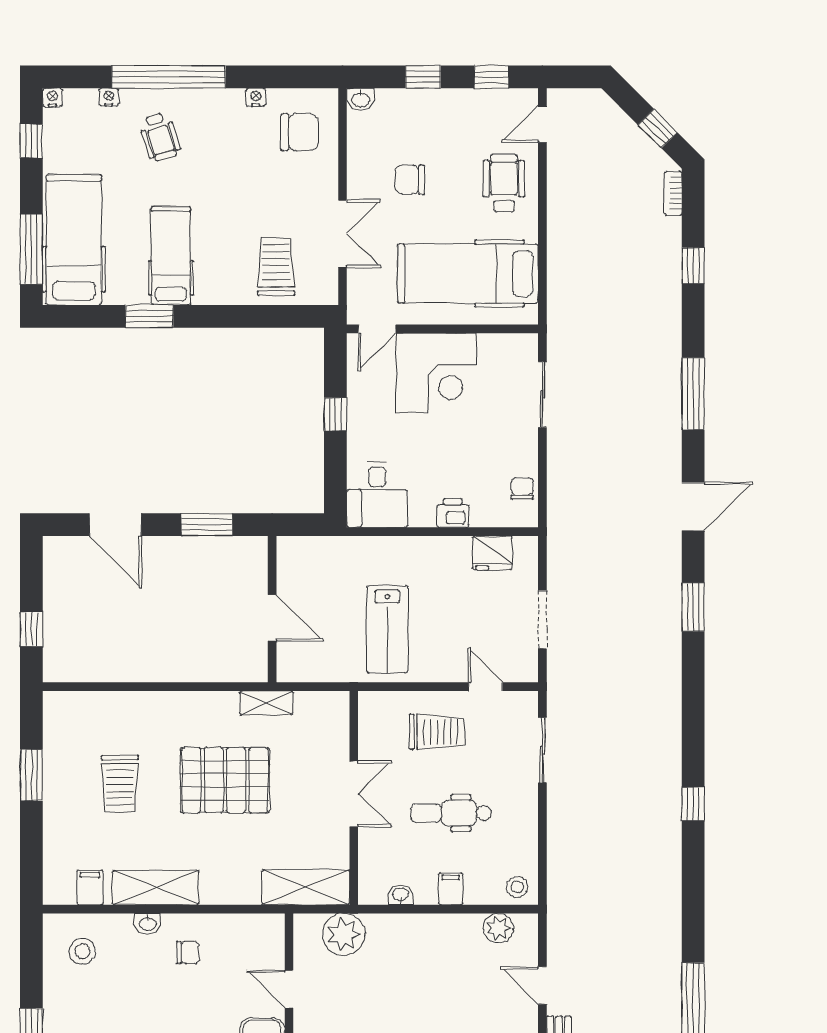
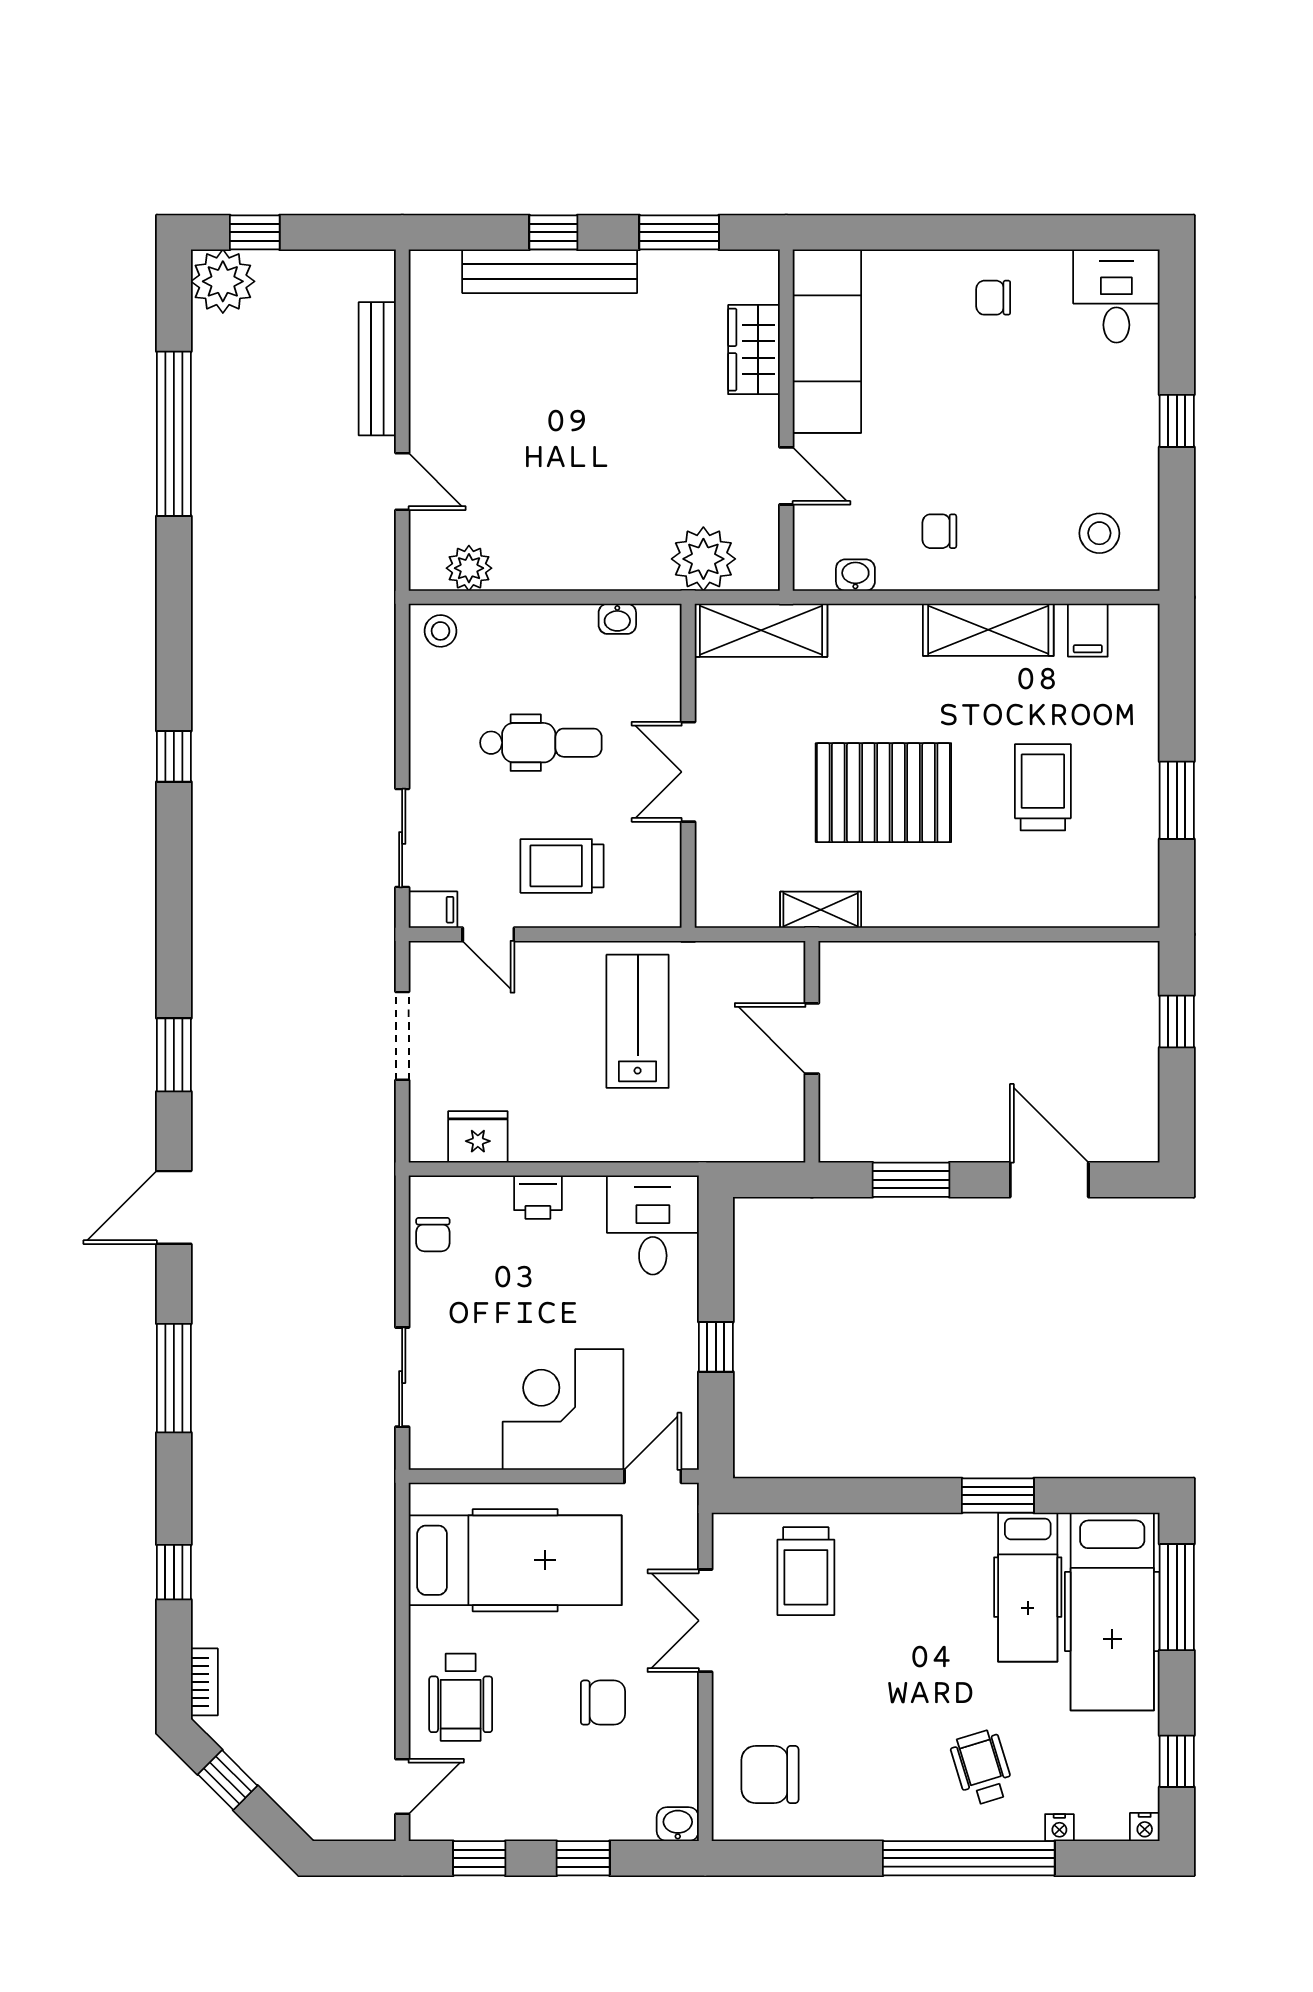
nightstand: (256, 97) -> (837, 1827), removed
hospital bed: (171, 256) -> (1028, 1587), moved
filing cabinet: (451, 889) -> (433, 910), moved, turned -90
washbasin: (148, 924) -> (855, 575), moved

